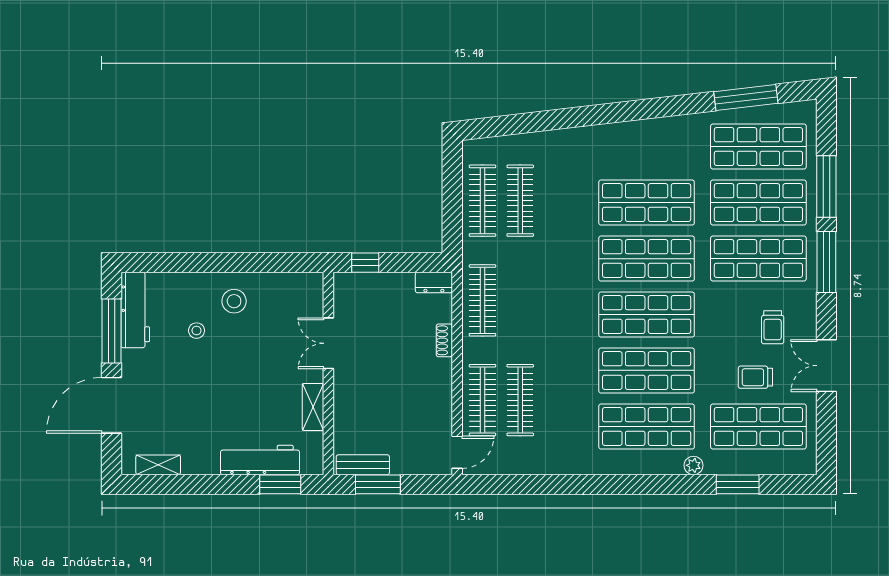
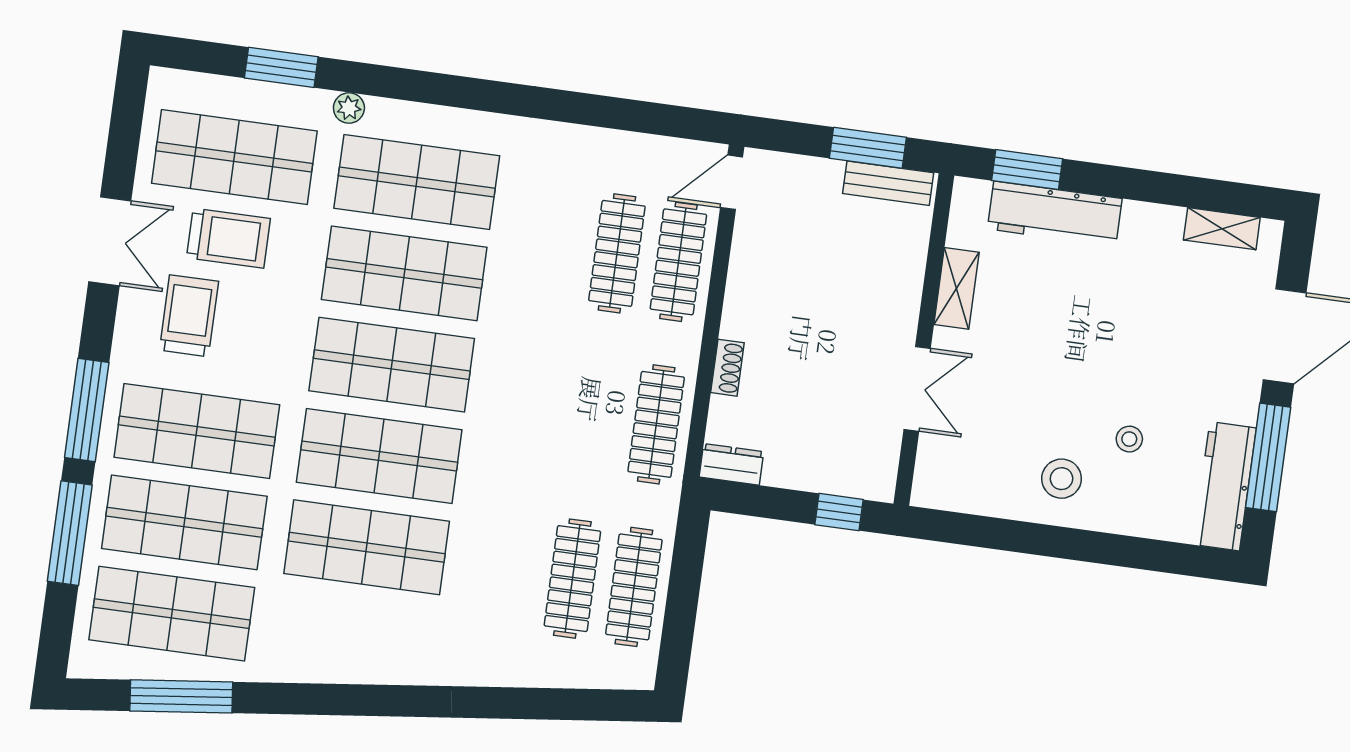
trolley: (773, 327) -> (189, 316), width x1.36, depth x1.39
trolley: (755, 377) -> (228, 238), width x1.36, depth x1.39

